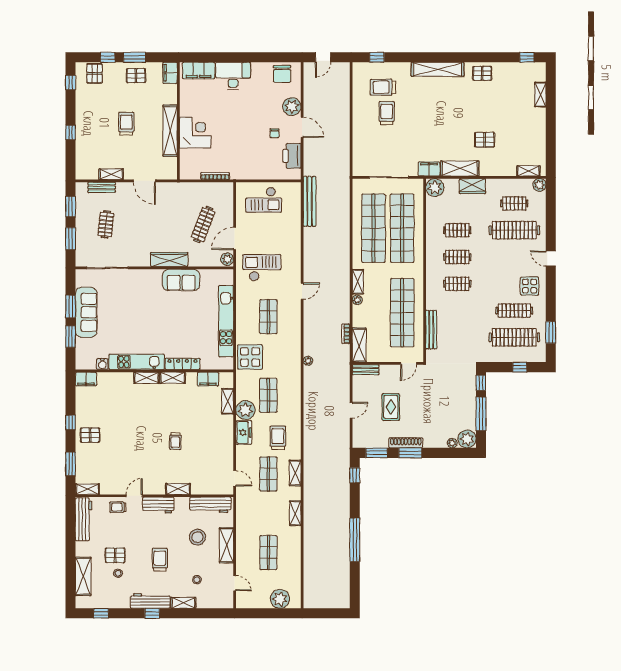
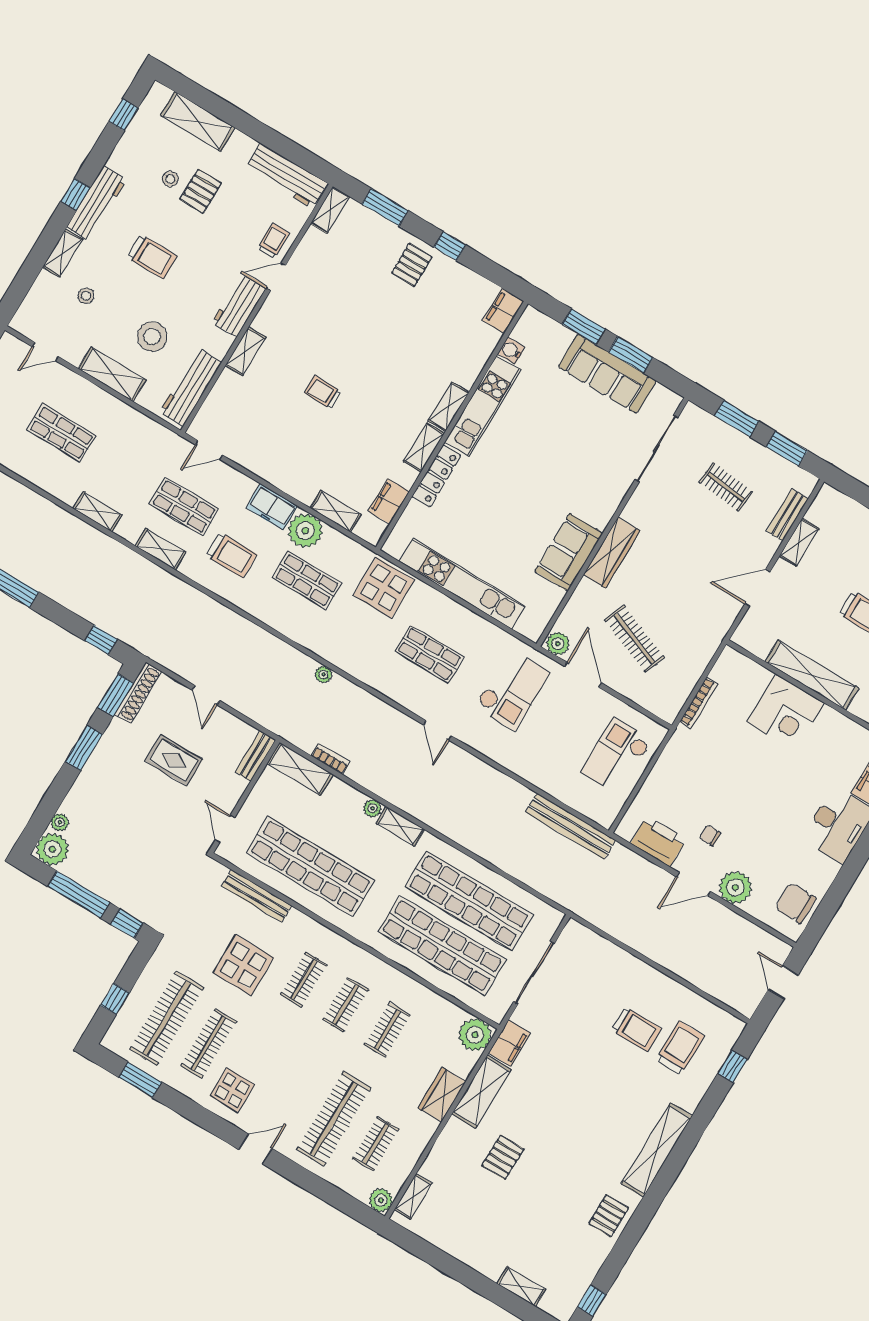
display table: (468, 316) -> (243, 965), added
shoe rack: (406, 443) -> (138, 693), moved
door: (134, 496) -> (276, 277), swing flipped

